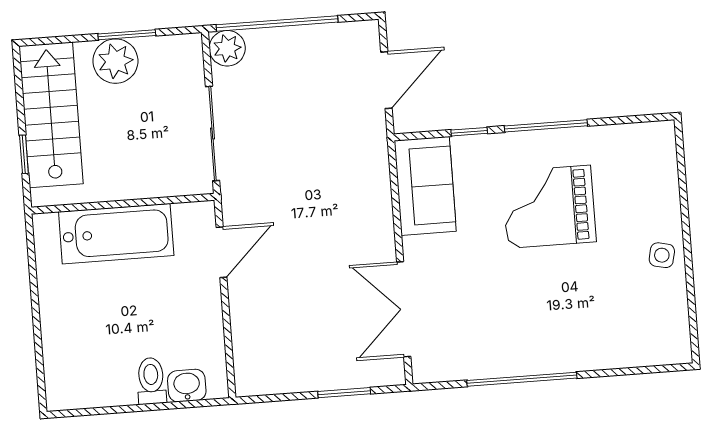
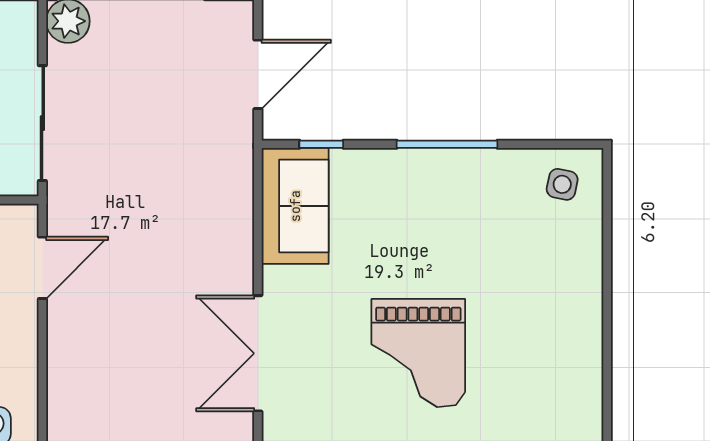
window: (469, 132) -> (321, 144), moved
grand piano: (549, 207) -> (418, 353), moved, turned -90
side table: (662, 255) -> (562, 184), moved

